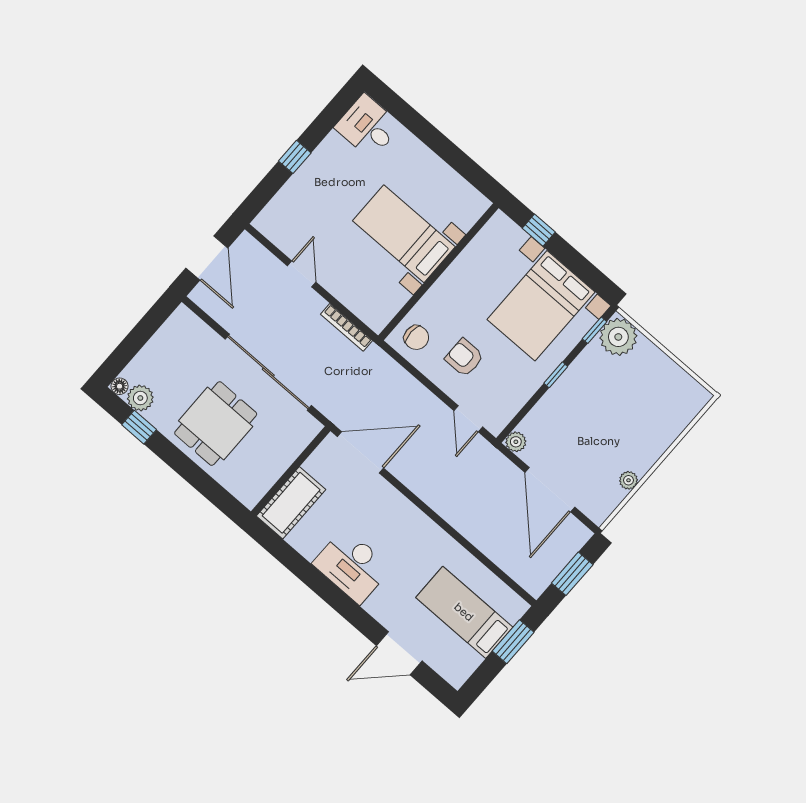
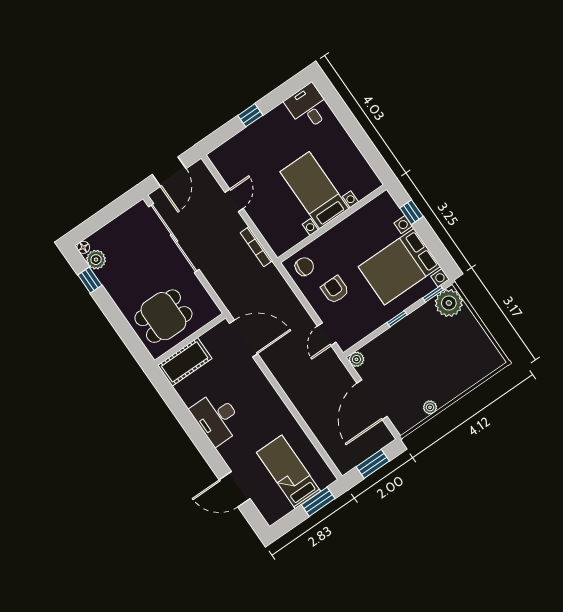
chair: (416, 338) -> (304, 267), turned -90
sliding door: (268, 372) -> (174, 238), moved
dining table: (216, 424) -> (163, 316), moved

